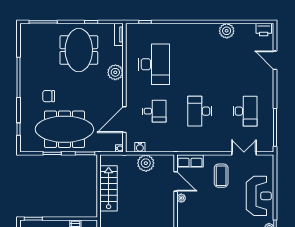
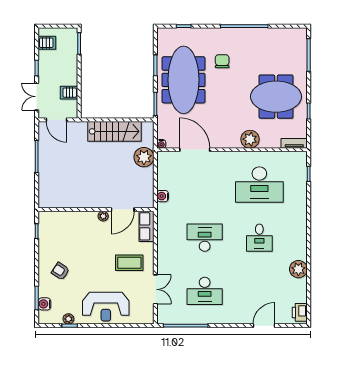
desk: (154, 111) -> (259, 238), moved
water cooler: (140, 147) -> (163, 196), moved
plant: (146, 163) -> (144, 157), moved

